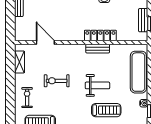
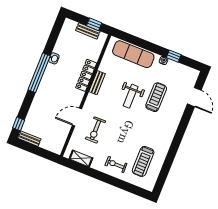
door: (45, 42) -> (77, 117), moved
exercise bike: (57, 81) -> (96, 130), moved
weight bench: (97, 85) -> (131, 96), turned 180

